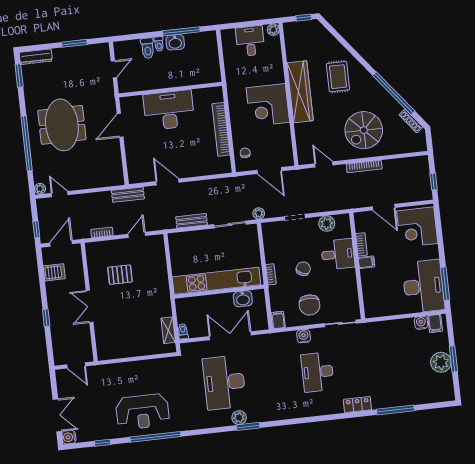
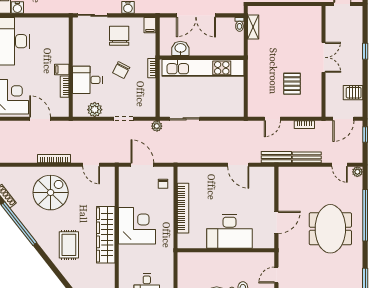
bench: (192, 221) -> (307, 157), moved
pallet: (120, 275) -> (292, 84), turned 90

